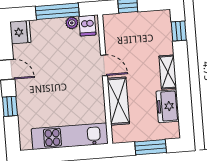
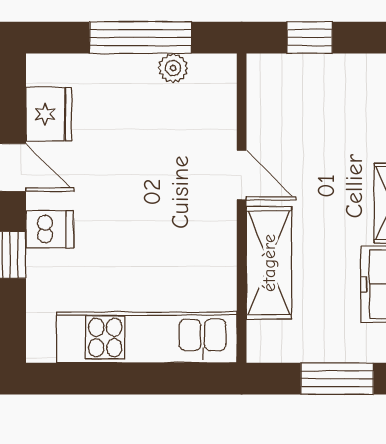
dishwasher: (87, 26) -> (50, 229), moved, turned -90
fridge: (20, 32) -> (49, 114), moved

